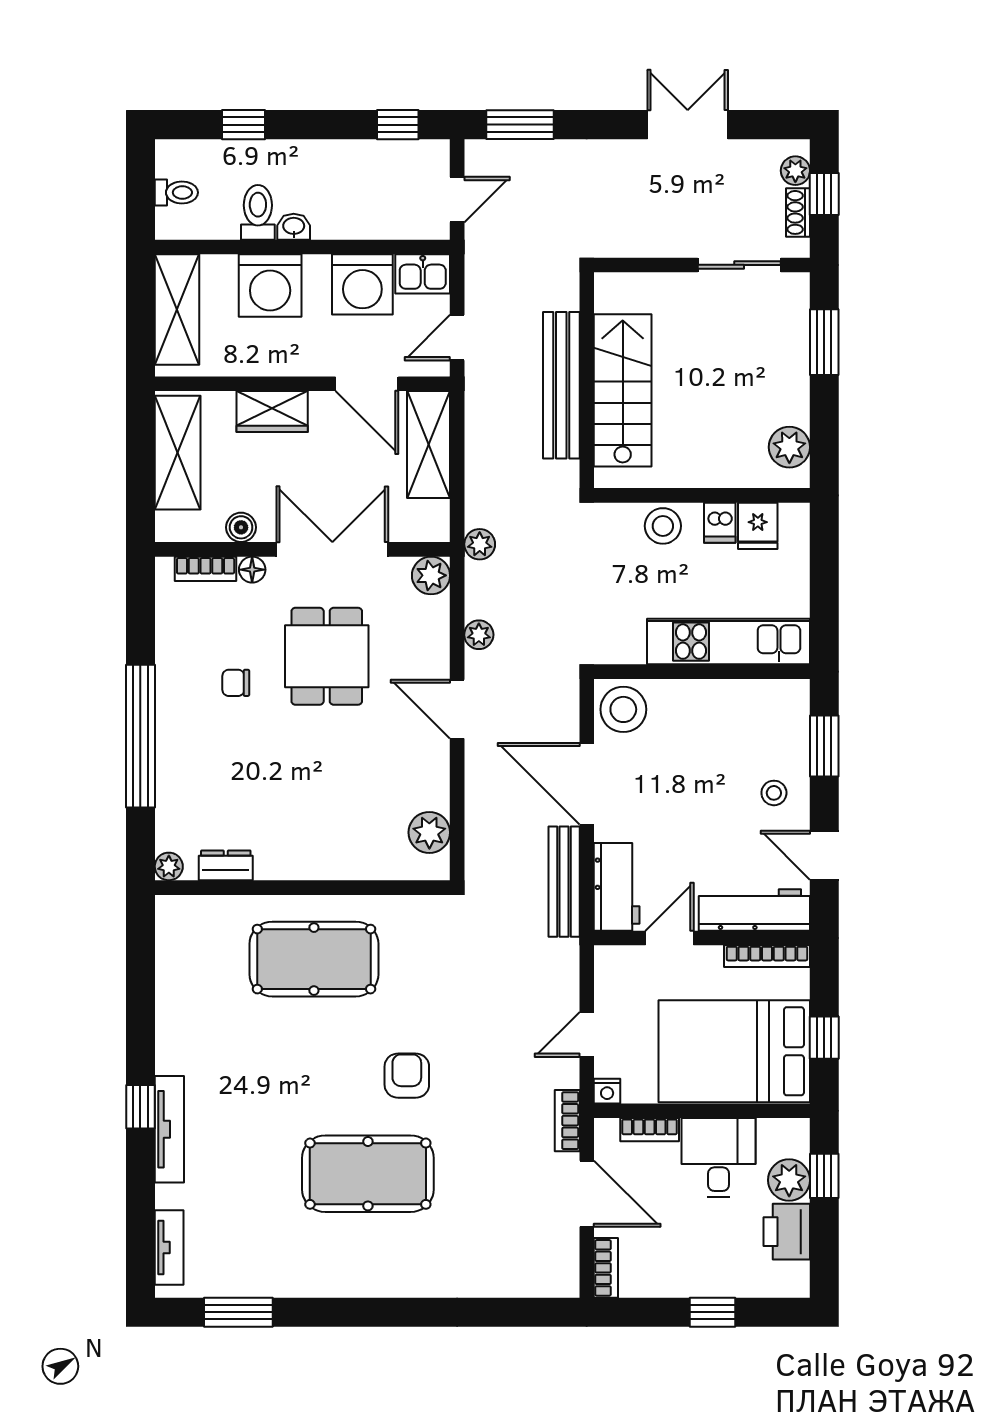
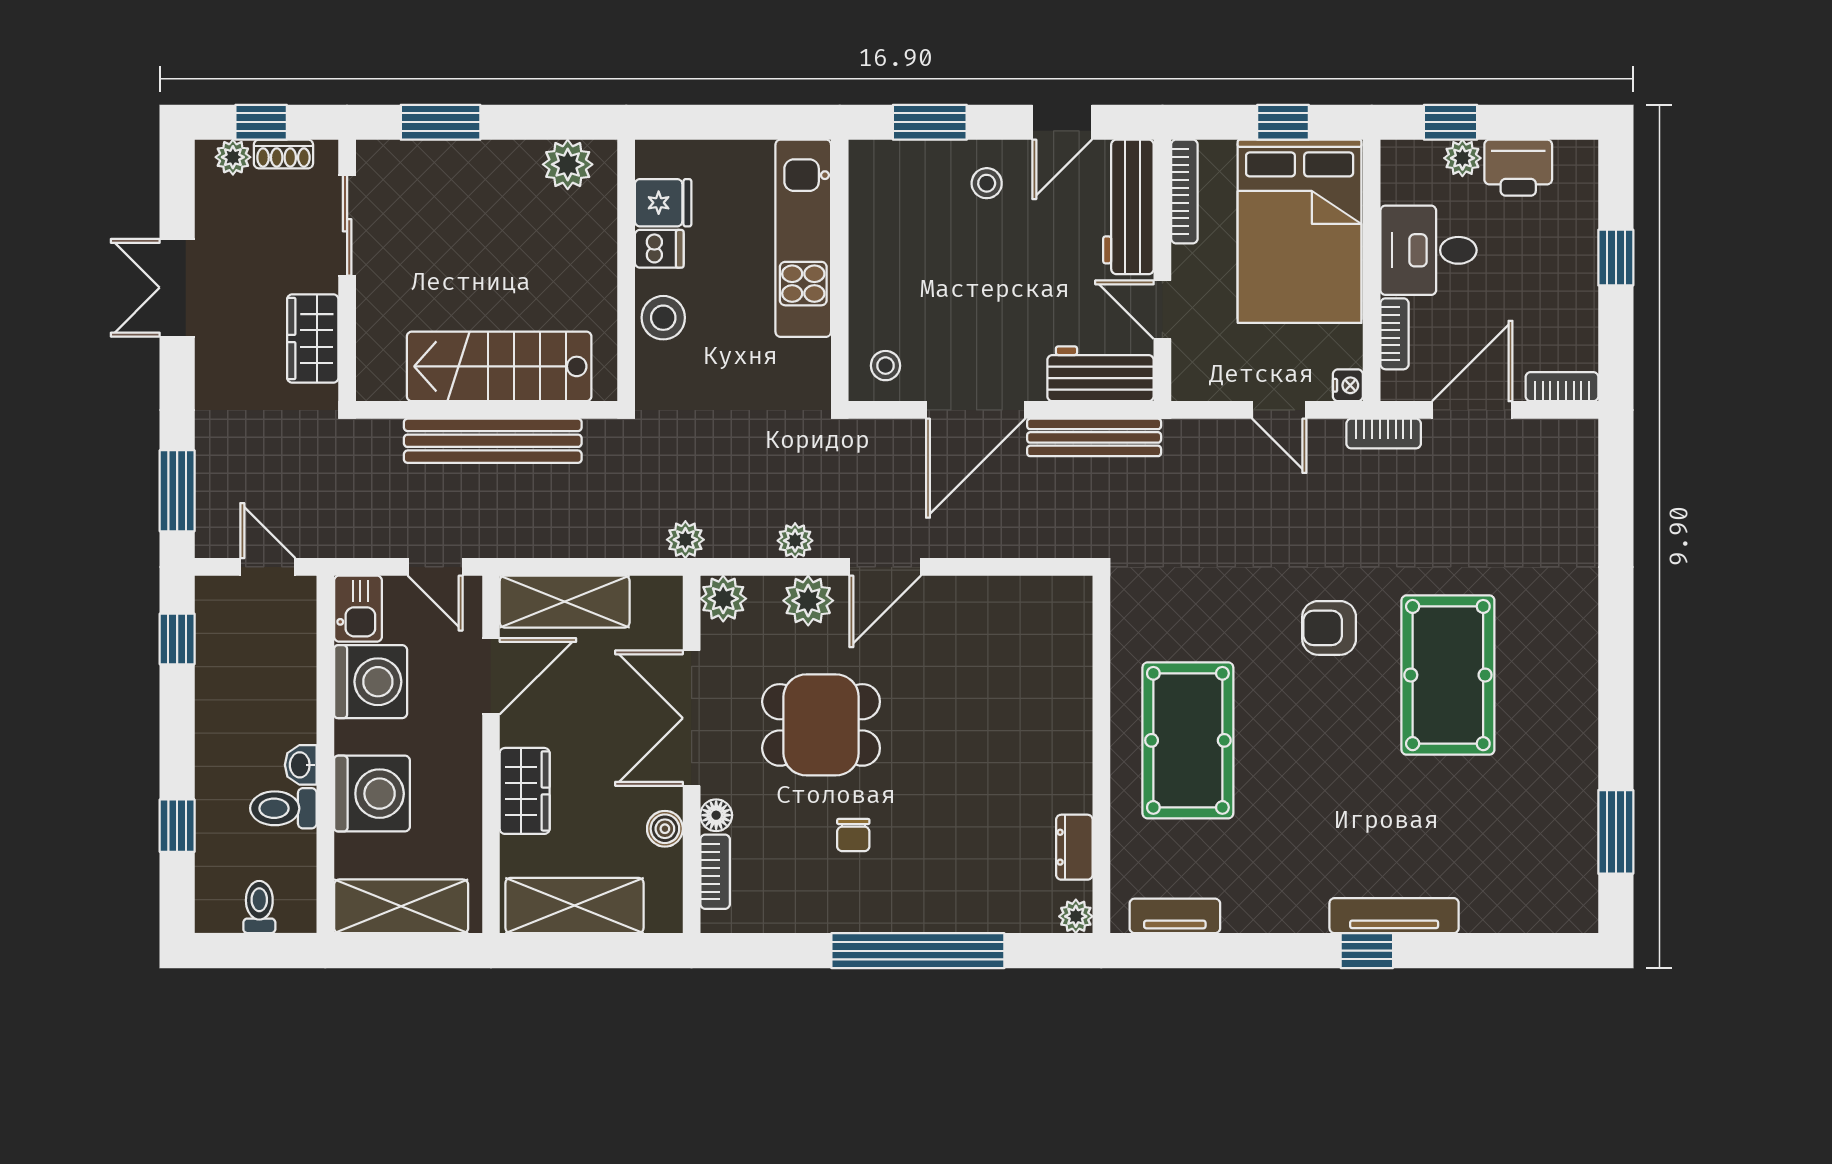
wardrobe: (646, 237) -> (313, 339), added
stool: (623, 709) -> (885, 366), width x0.53, depth x0.53
plant: (429, 832) -> (808, 601), moved
plant: (789, 1180) -> (1462, 158), width x0.73, depth x0.73
tv unit: (169, 1248) -> (1175, 916), moved

